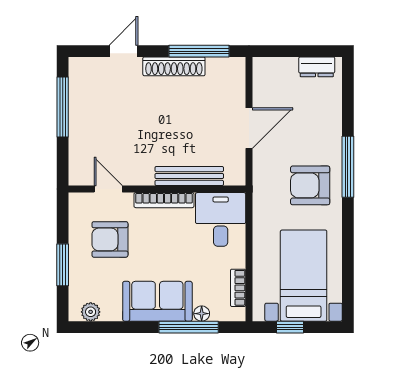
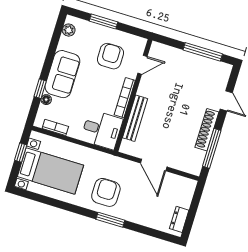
window: (348, 167) -> (110, 220), width x0.69
window: (189, 327) -> (40, 89), width x0.46

